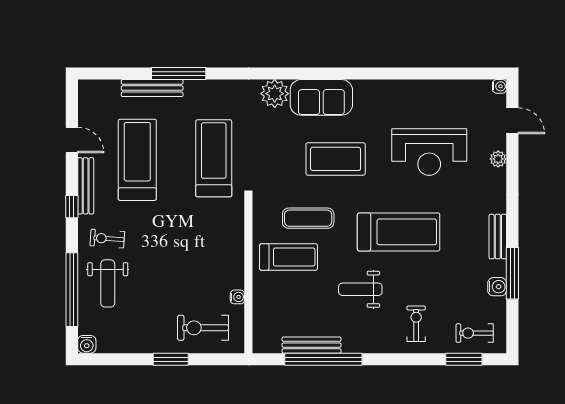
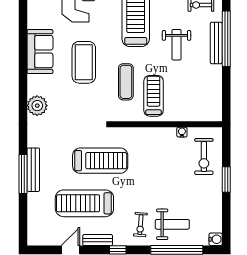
bench: (152, 88) -> (33, 170), moved
sofa: (321, 97) -> (40, 52), moved
treadmill: (214, 158) -> (100, 161), moved, turned 180
bench: (86, 186) -> (98, 240), width x0.73
bench: (312, 345) -> (216, 43), moved
window: (323, 359) -> (226, 39), moved

